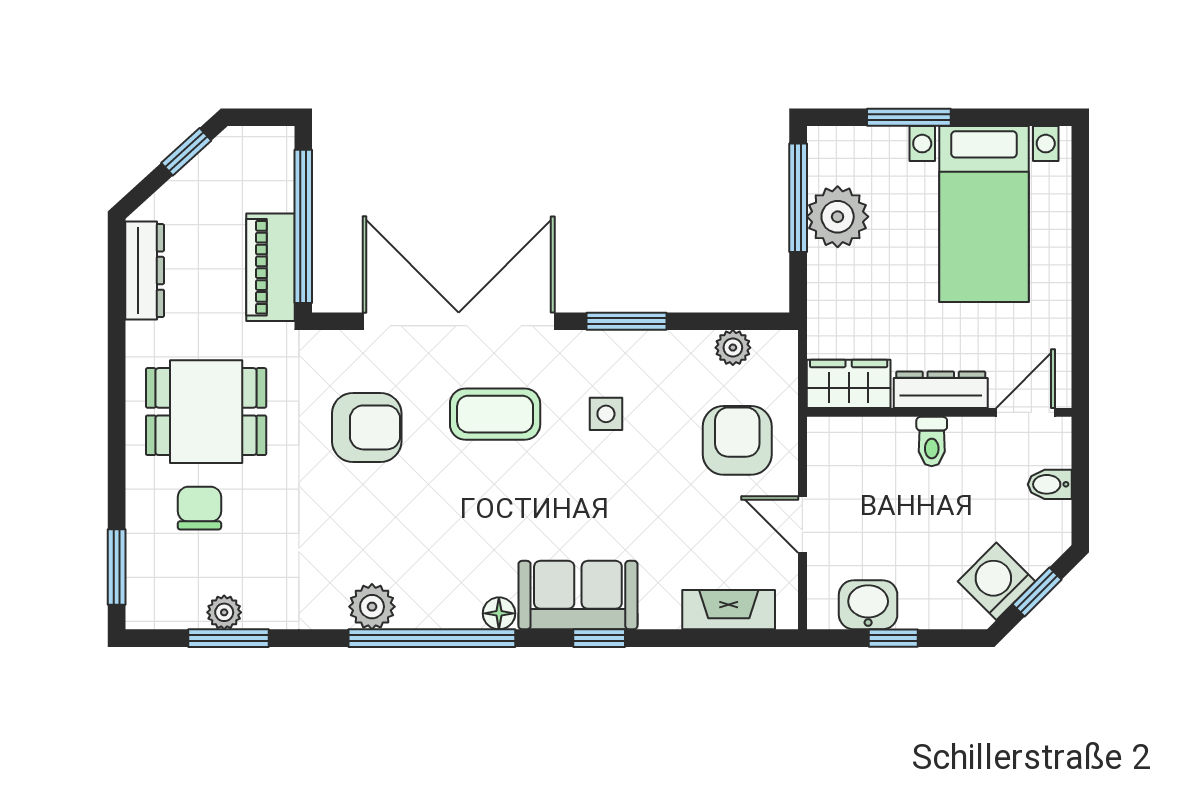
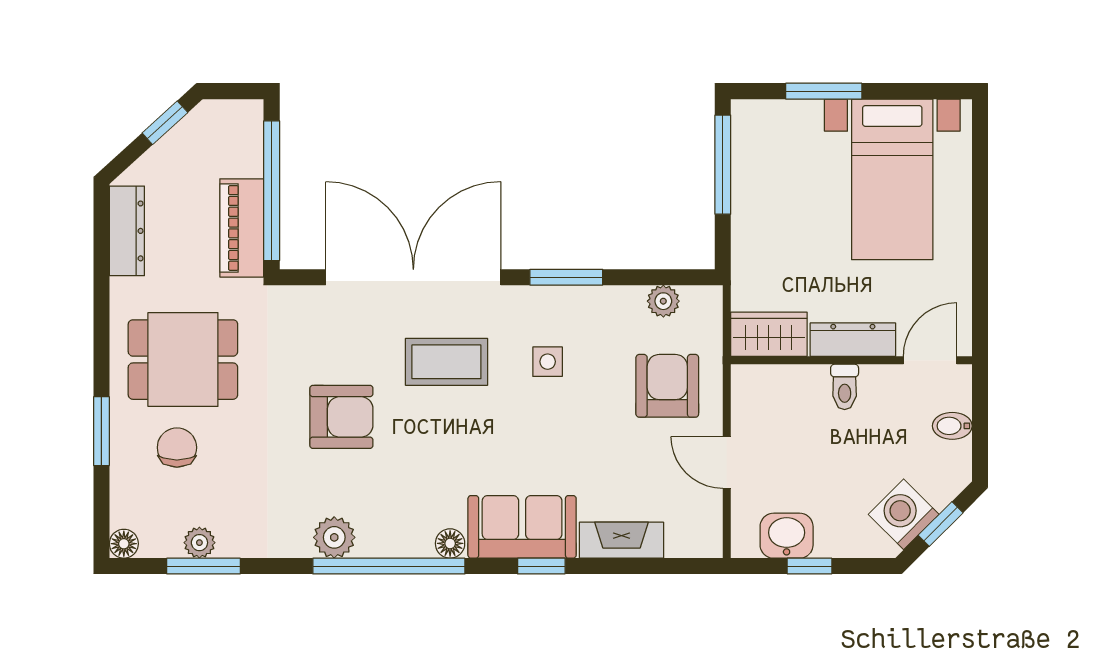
plant: (838, 217) -> (759, 182), removed
armchair: (367, 427) -> (341, 417), moved
window: (117, 567) -> (101, 431), moved
fireplace: (729, 610) -> (621, 540), moved
floor lamp: (141, 614) -> (124, 544), added

